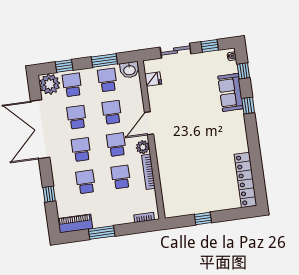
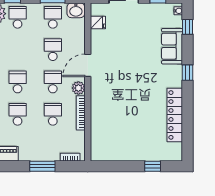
window: (248, 106) -> (188, 73), moved
school desk: (77, 117) -> (18, 50), removed
locker: (245, 180) -> (175, 115), moved
window: (203, 218) -> (153, 166), moved
window: (102, 233) -> (42, 166), moved

